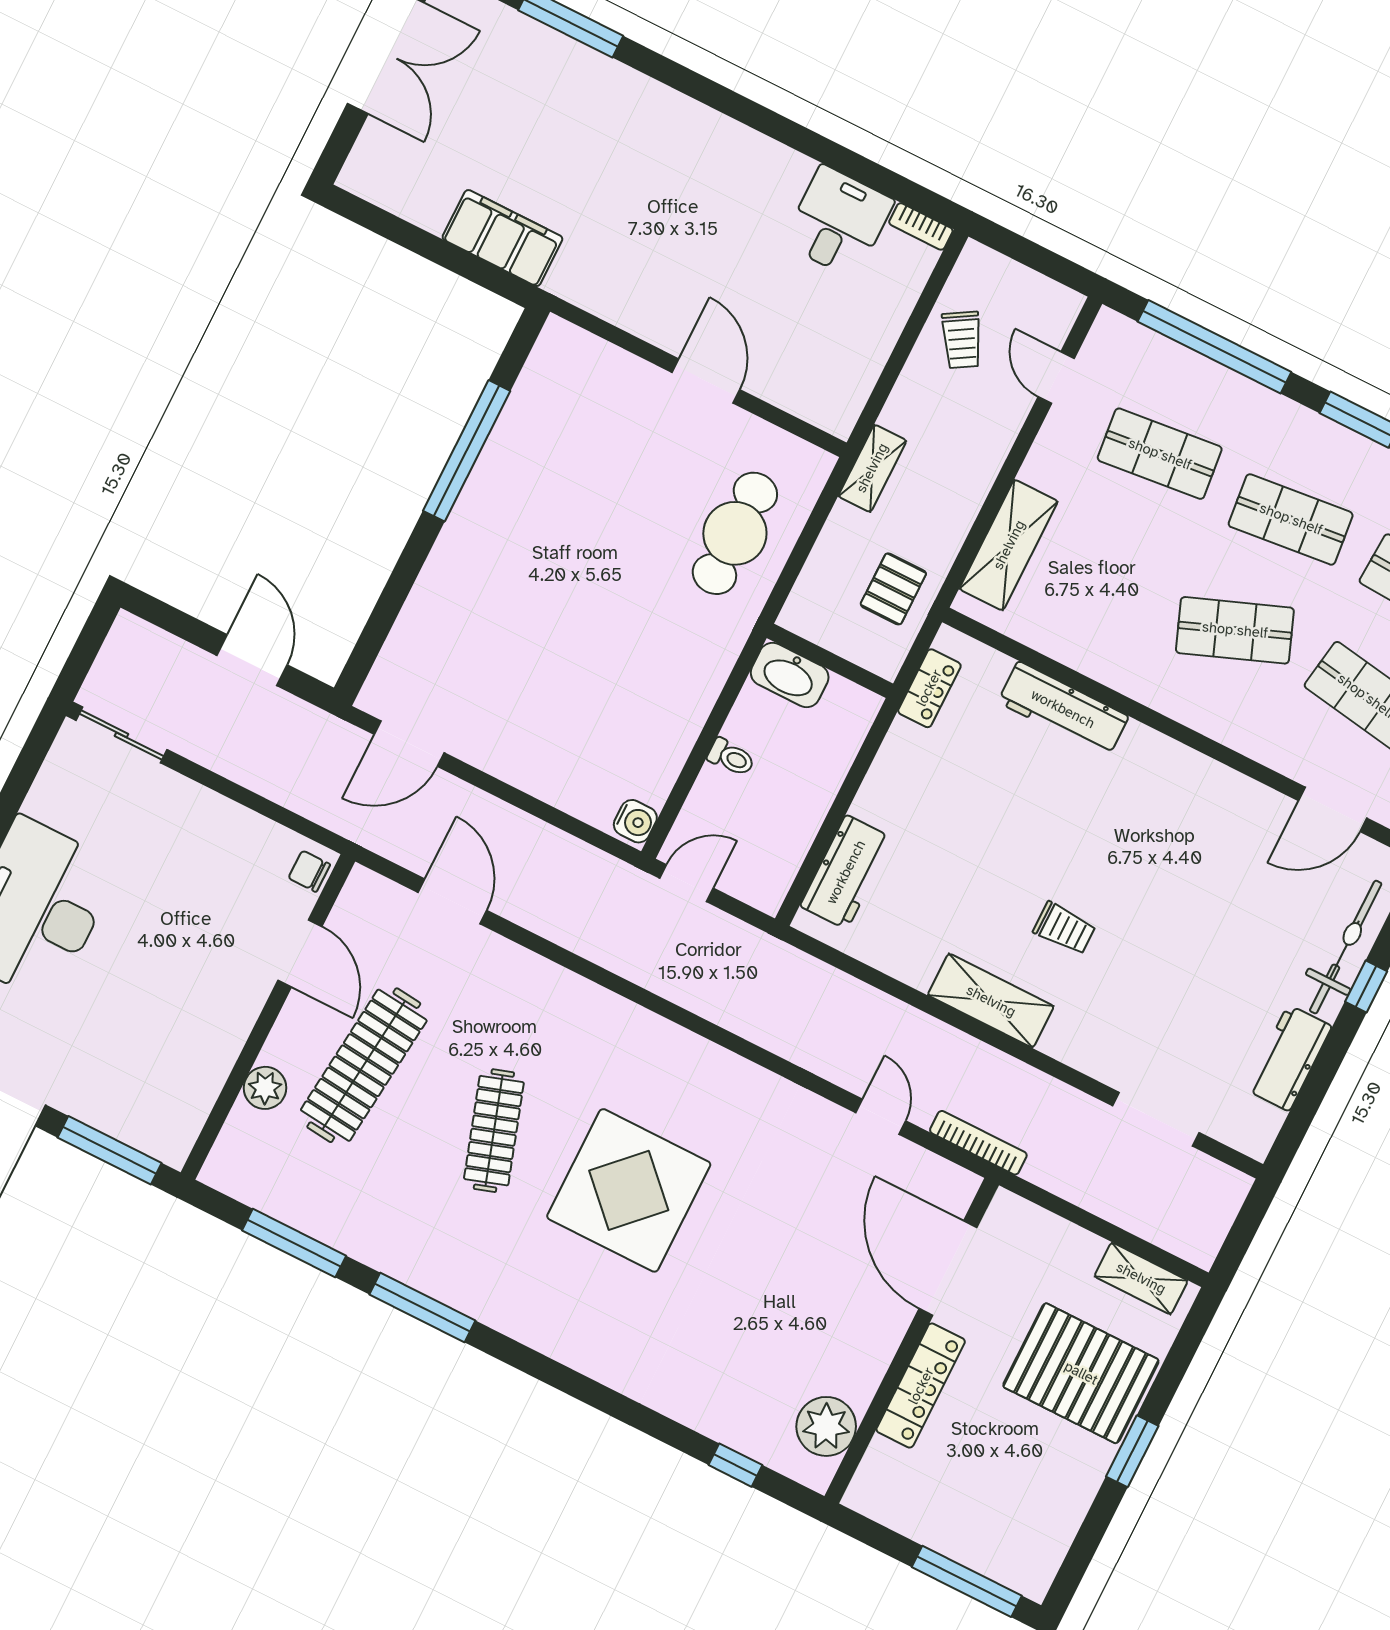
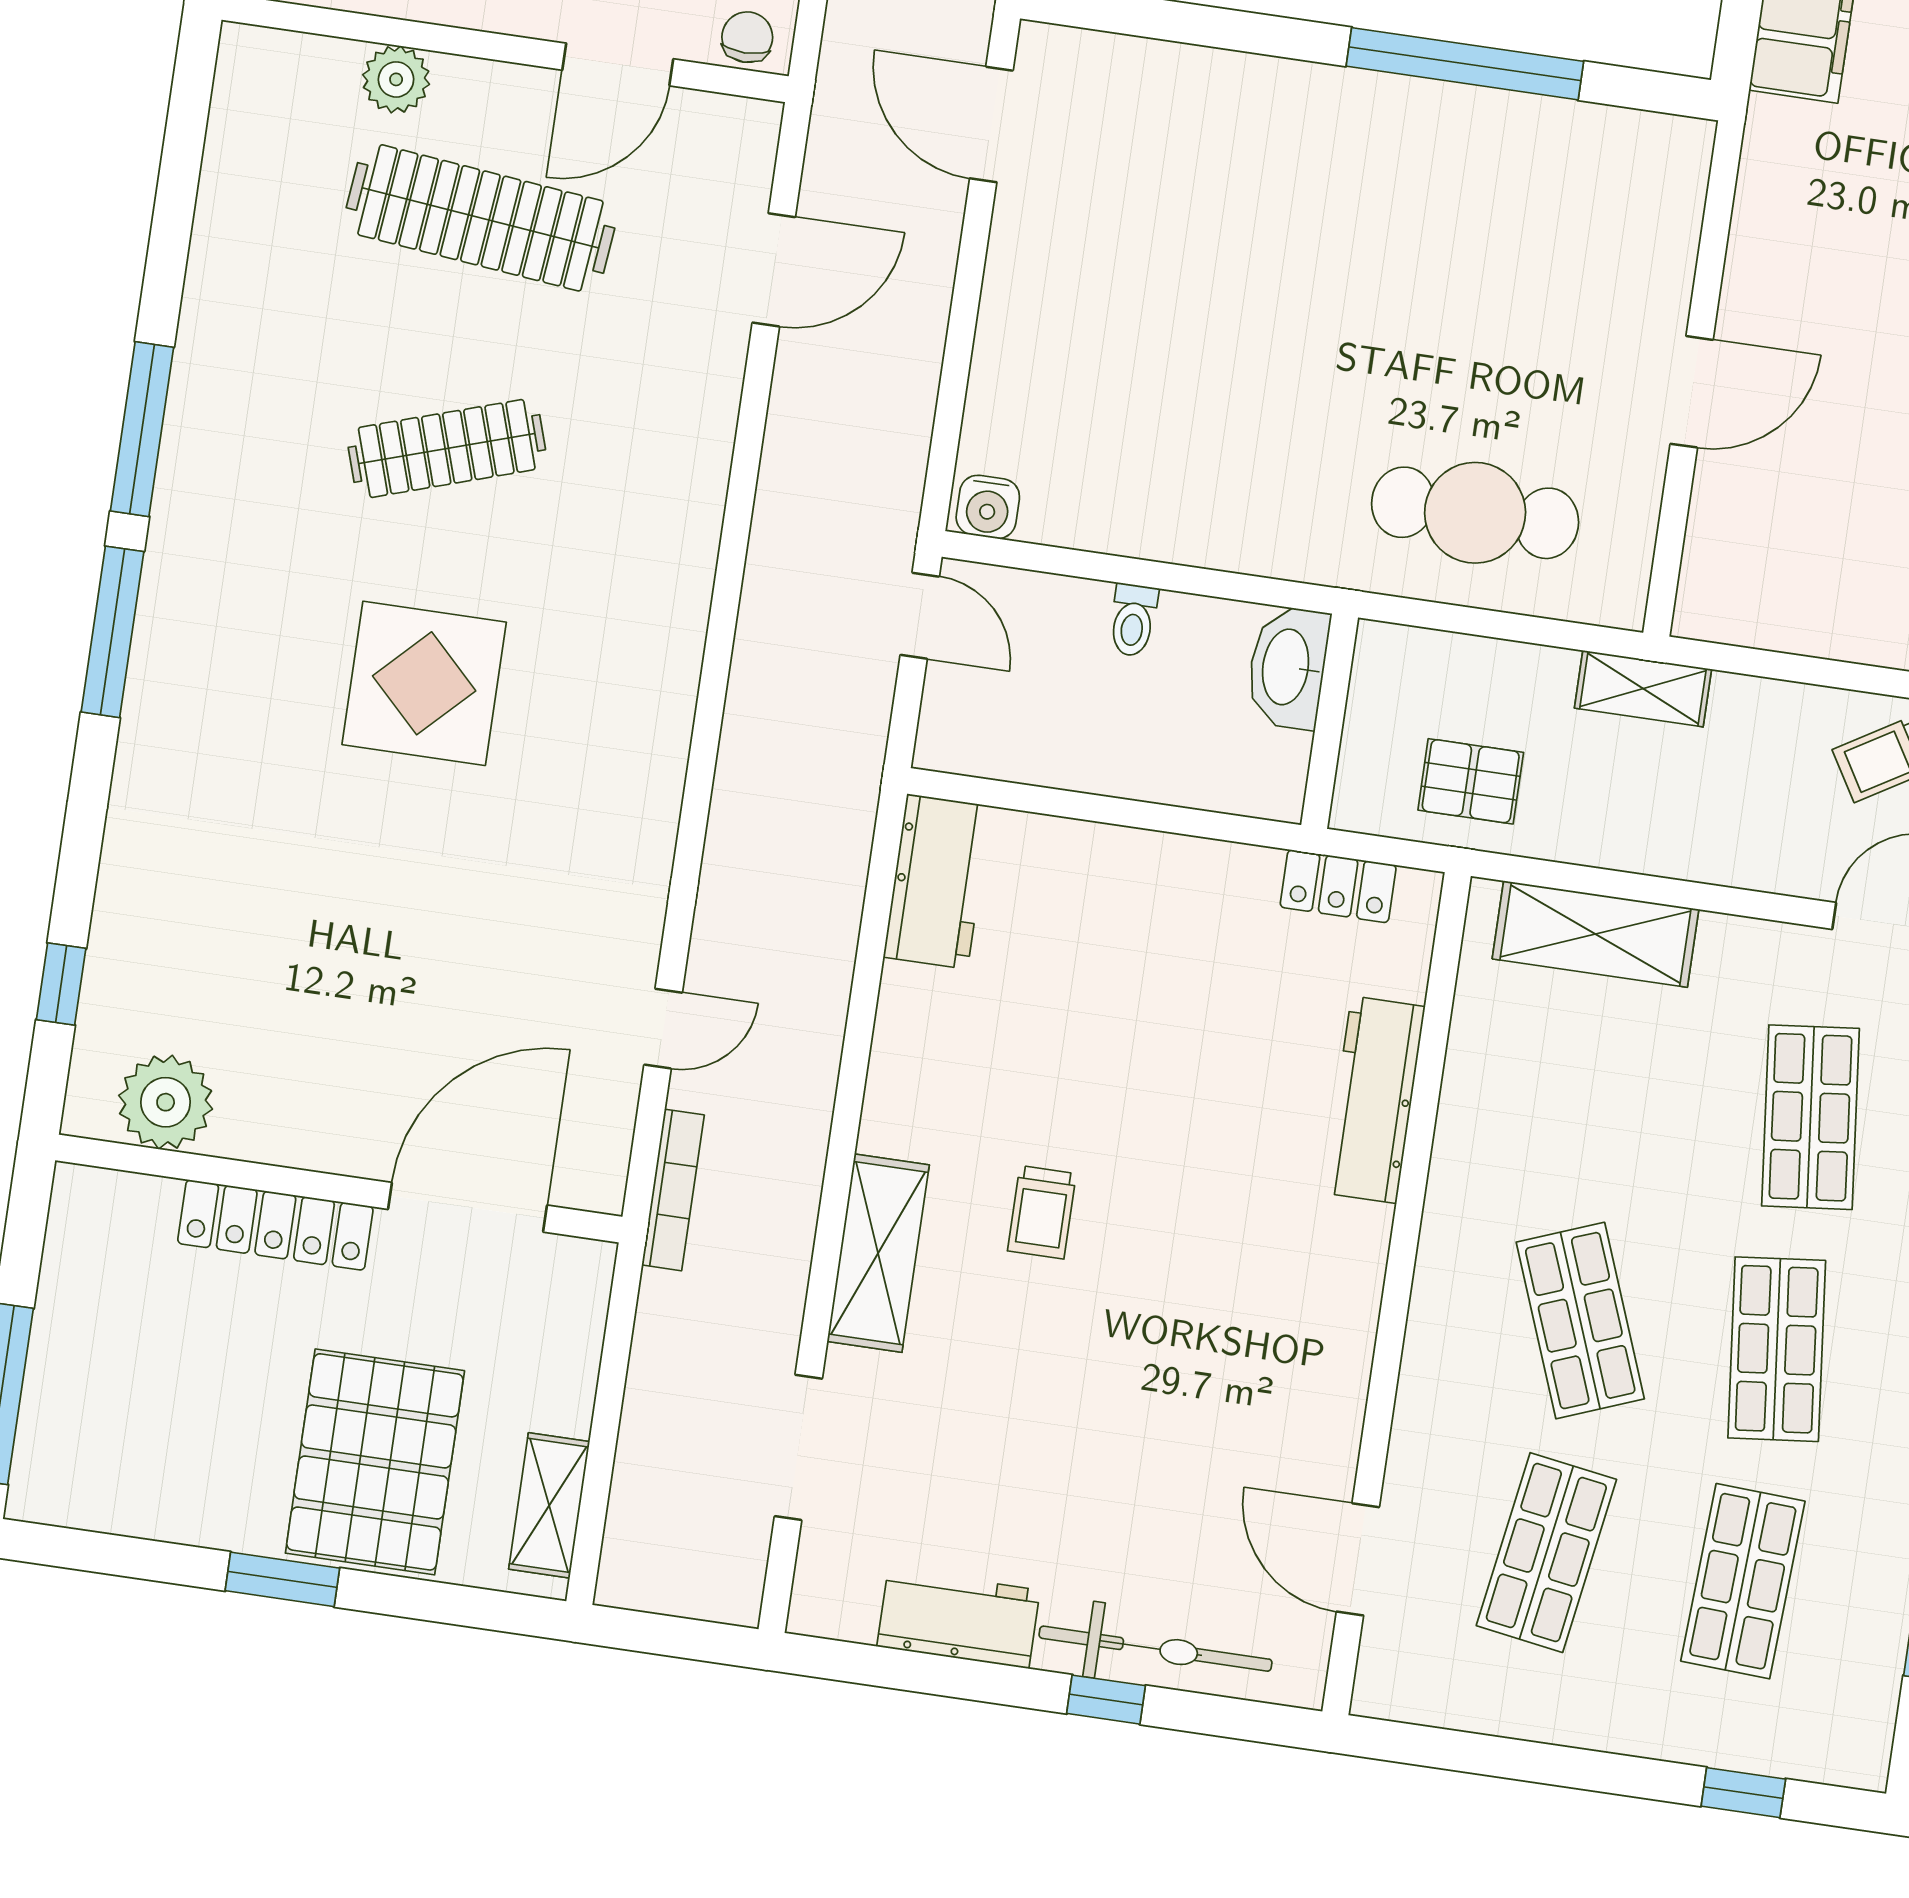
workbench: (846, 872) -> (937, 882), moved, turned -90
shelving: (991, 1001) -> (878, 1253), moved
display table: (629, 1190) -> (424, 683), width x0.73, depth x0.73
window: (294, 1243) -> (112, 632), moved

